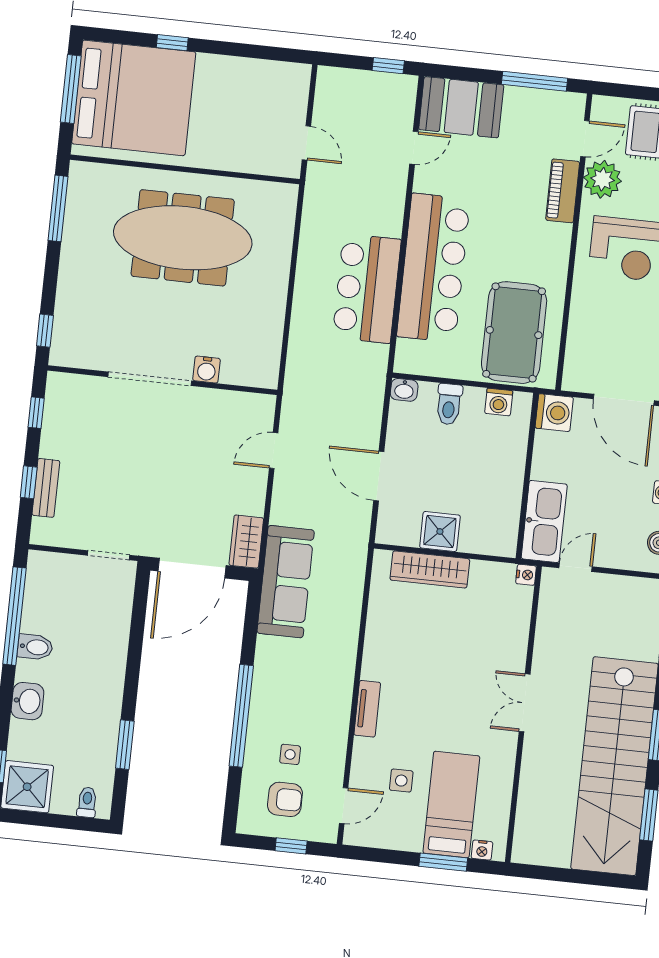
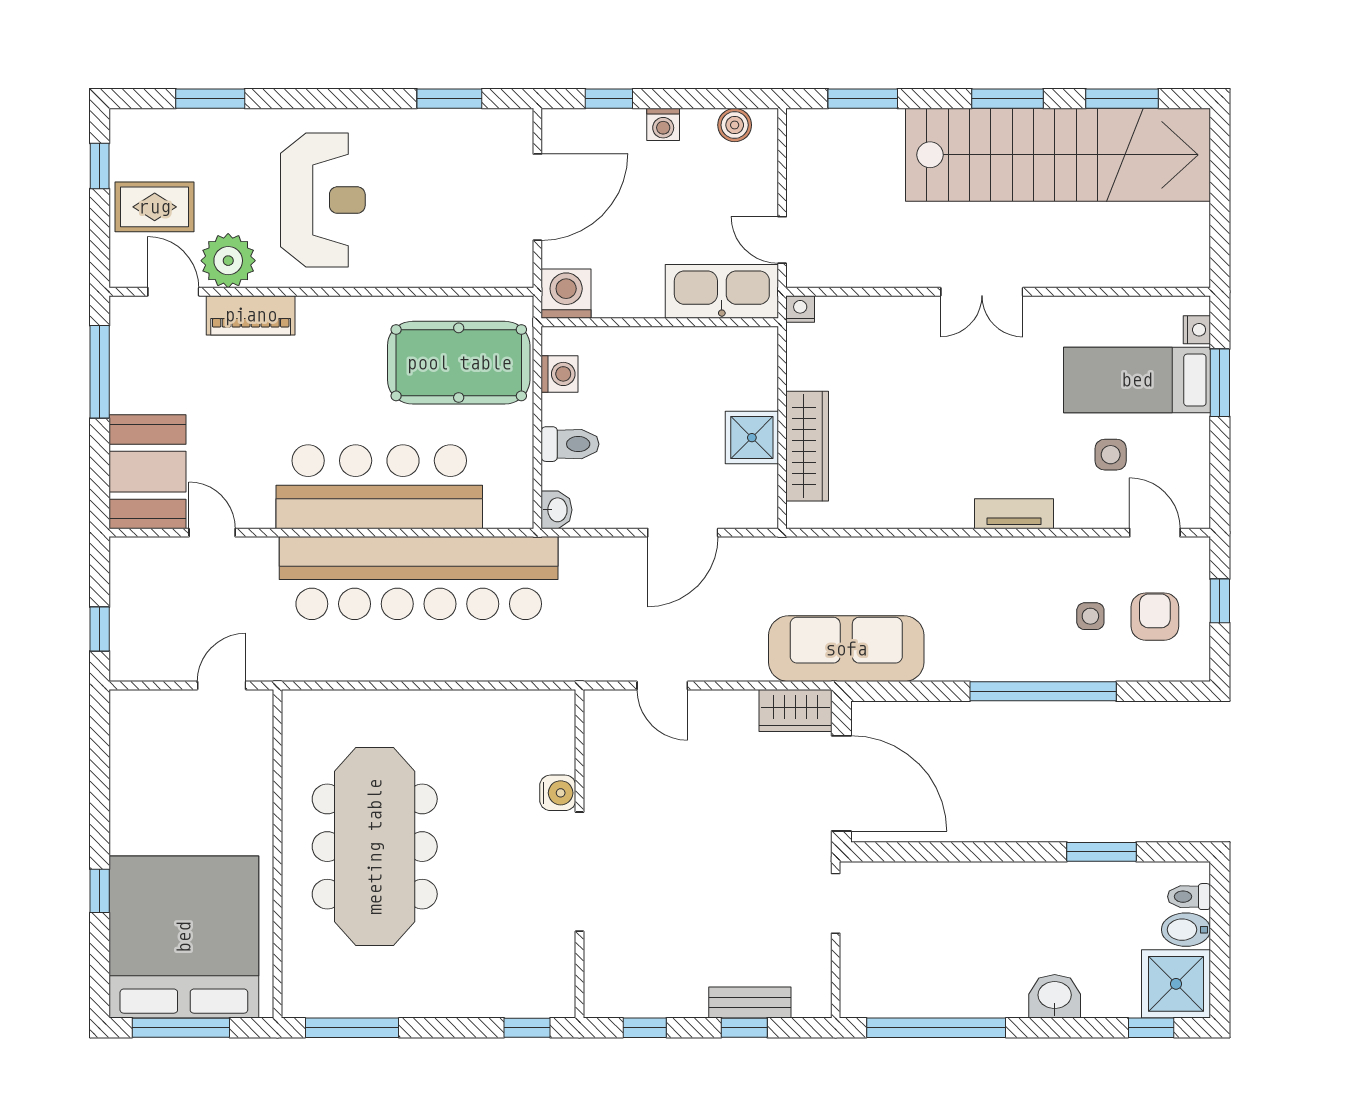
window: (388, 66) -> (100, 629), moved
bar counter: (367, 288) -> (419, 578), width x1.86
bidet: (35, 647) -> (1186, 930), moved, turned -90

